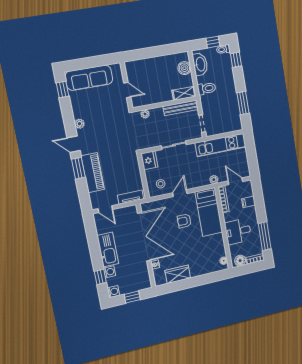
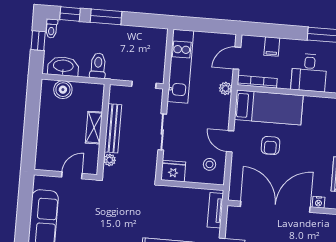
shelving: (184, 93) -> (94, 128), moved
window: (243, 103) -> (106, 17), moved
bench: (181, 108) -> (113, 128), moved

